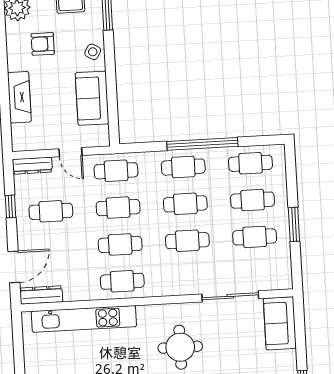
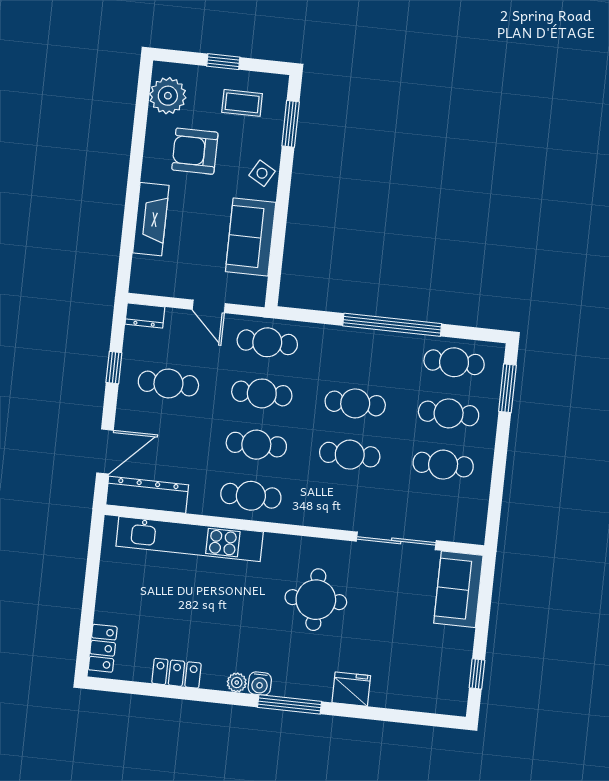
armchair: (43, 44) -> (195, 151), width x1.38, depth x1.38
dresser: (32, 166) -> (145, 315), width x0.70
cafe table: (183, 167) -> (361, 352), removed
window: (294, 224) -> (507, 388), moved
dresser: (41, 295) -> (147, 495), width x1.37, depth x1.24

